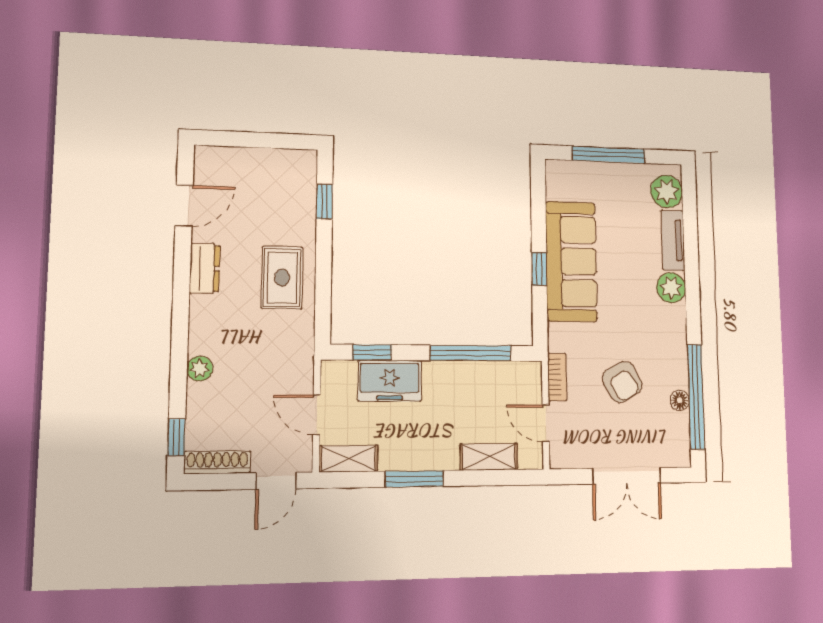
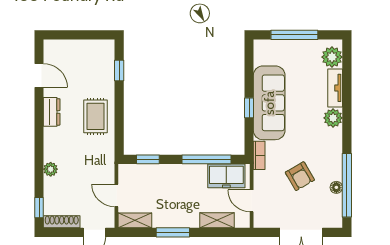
door: (184, 205) -> (39, 76), hinge flipped
bookcase: (557, 377) -> (259, 155), moved
freezer: (390, 381) -> (226, 176), moved

